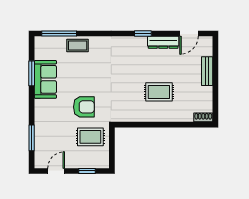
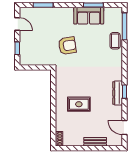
dresser: (163, 42) -> (118, 93), moved
rug: (159, 92) -> (79, 104), turned 90
armchair: (84, 107) -> (67, 46), turned -99
rug: (90, 137) -> (44, 51), removed

